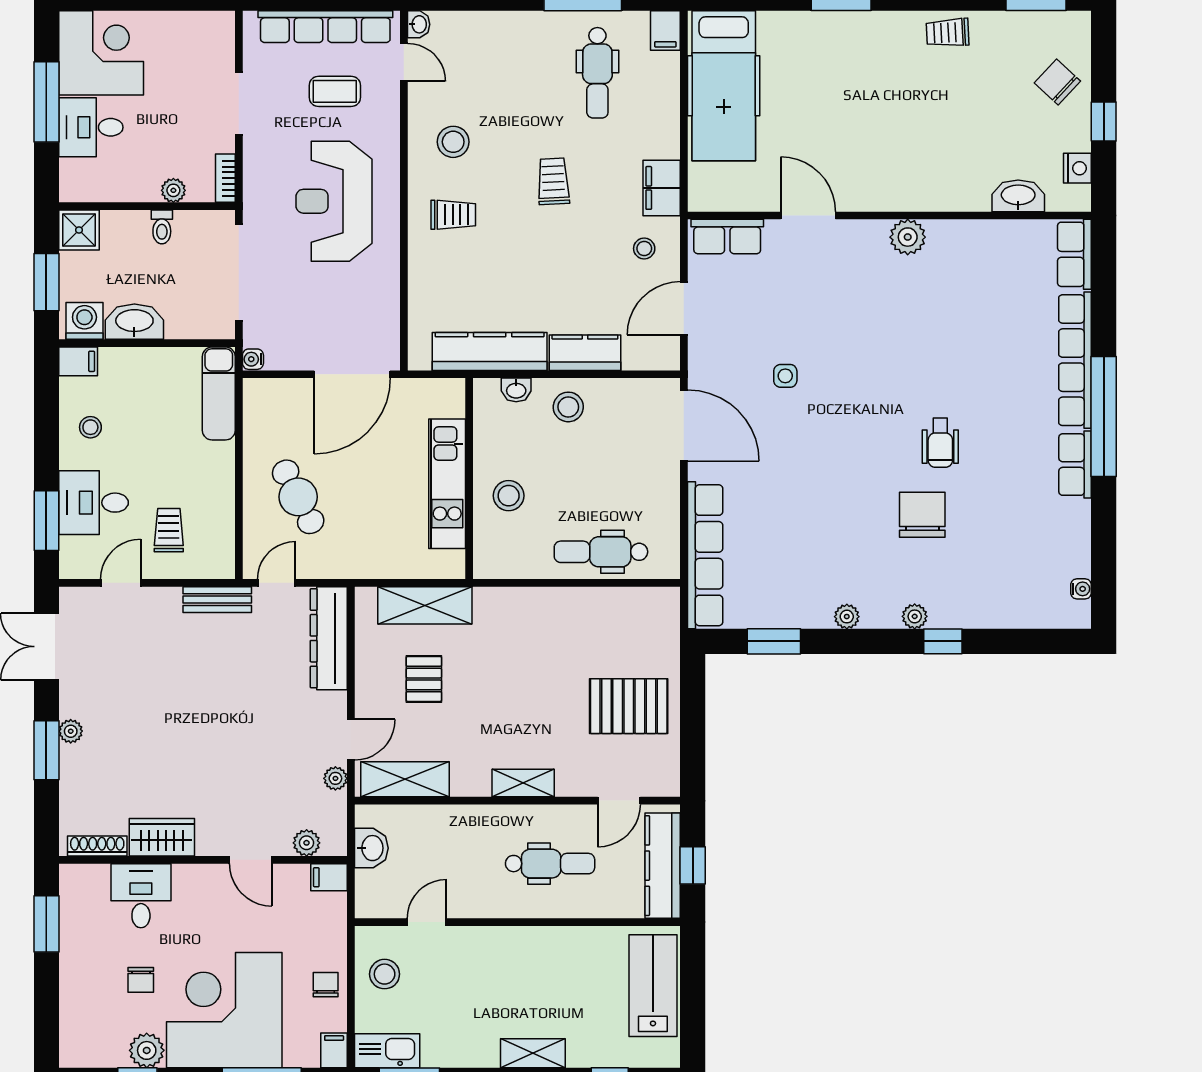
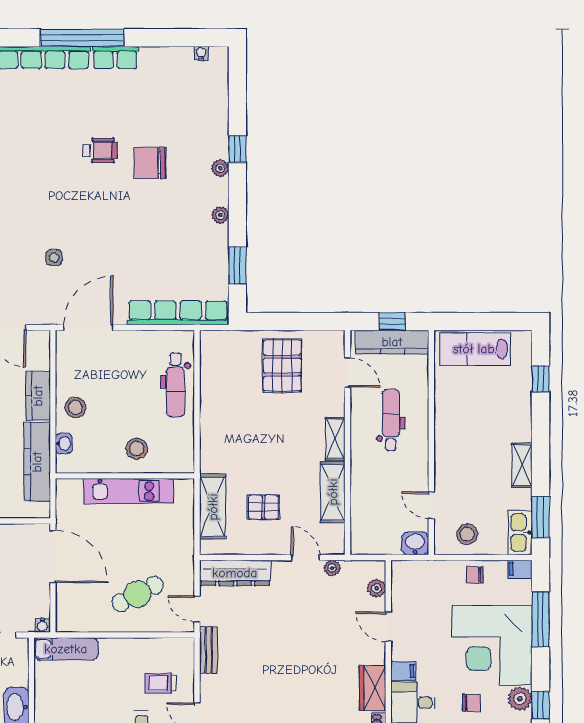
shelving: (405, 779) -> (333, 492), moved
washbasin: (371, 848) -> (415, 543), moved
door: (251, 860) -> (388, 627), swing flipped
filing cabinet: (329, 877) -> (403, 671), moved, turned -90
shelving: (533, 1053) -> (522, 465), moved

